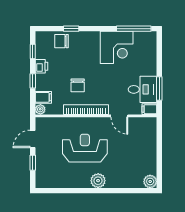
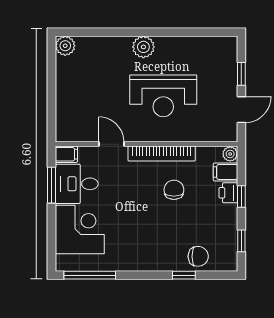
corner desk: (117, 47) -> (80, 230), moved, turned 90
printer: (41, 66) -> (228, 193), moved

